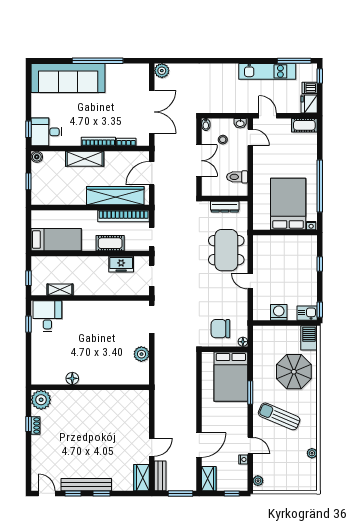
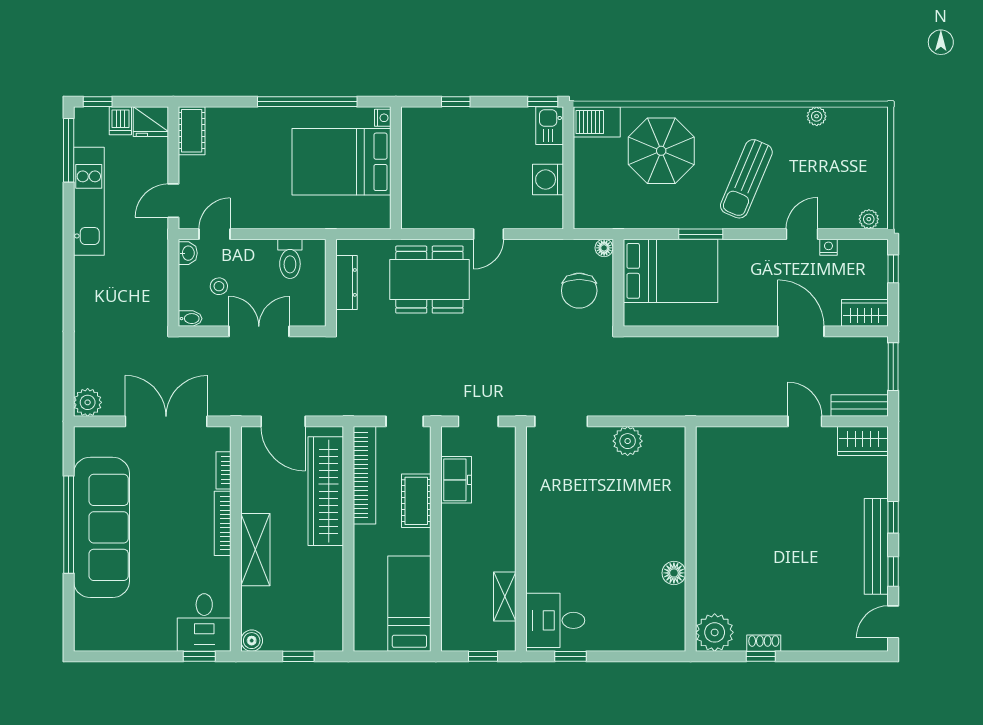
sofa: (68, 78) -> (101, 527), moved

